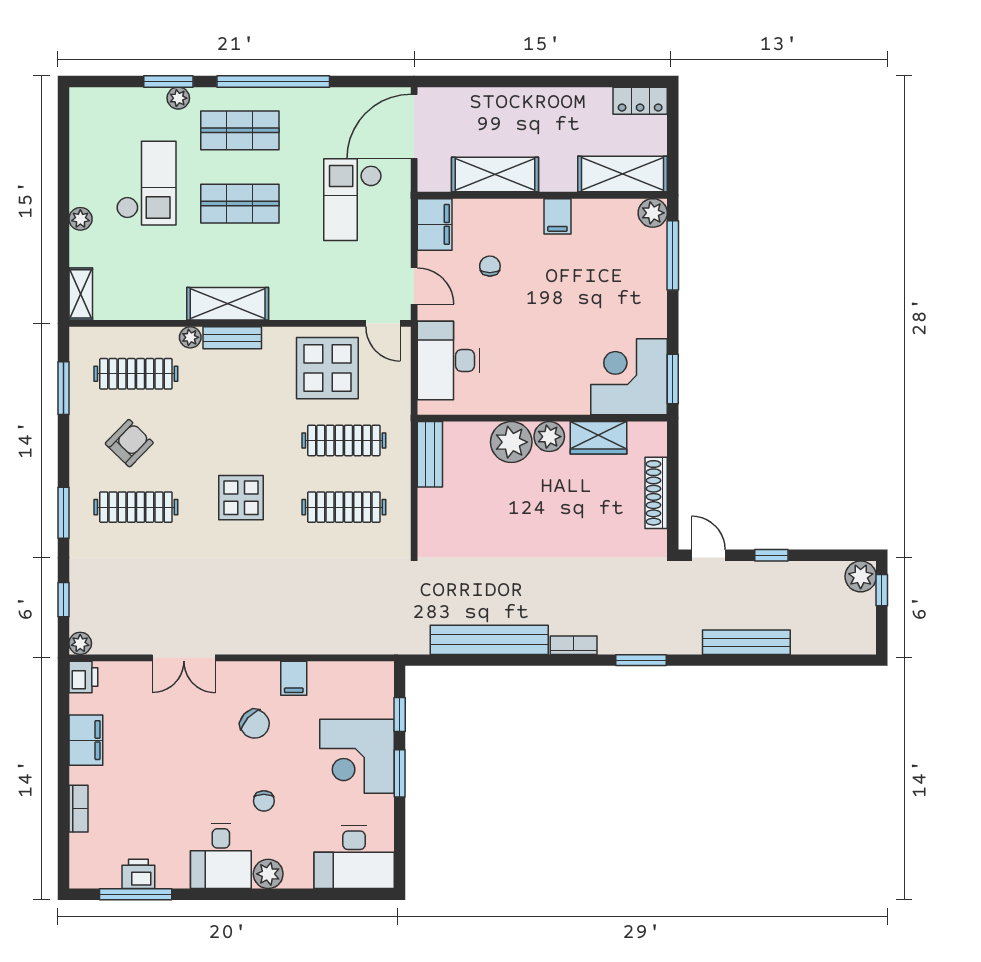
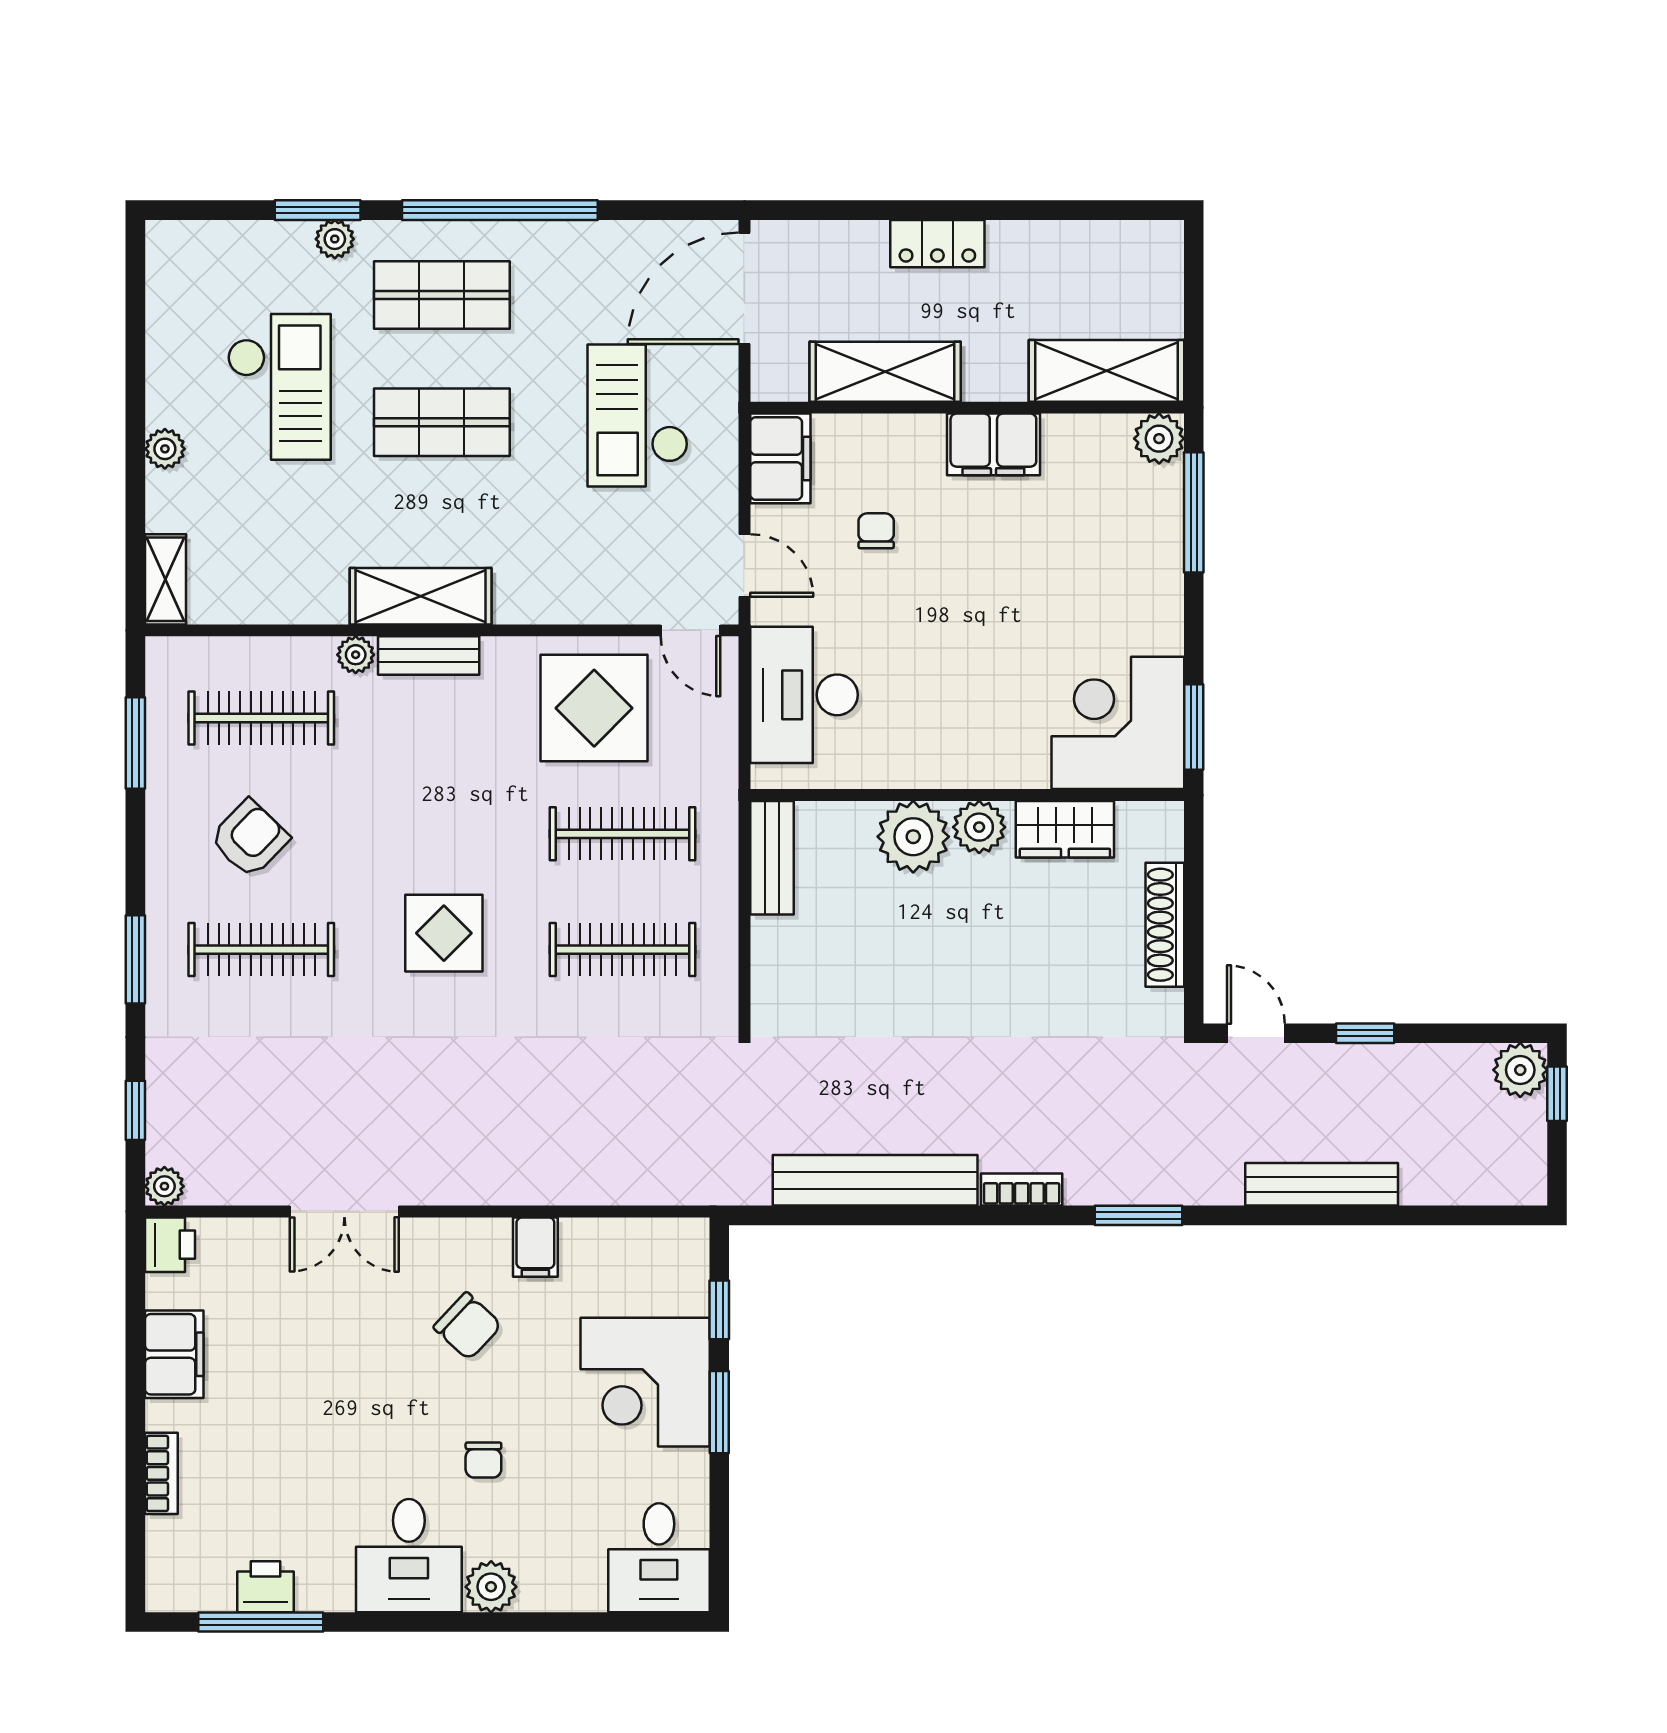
locker: (640, 101) -> (937, 244), moved
filing cabinet: (557, 216) -> (993, 444), width x2.00
desk: (354, 857) -> (659, 1558), width x0.73

